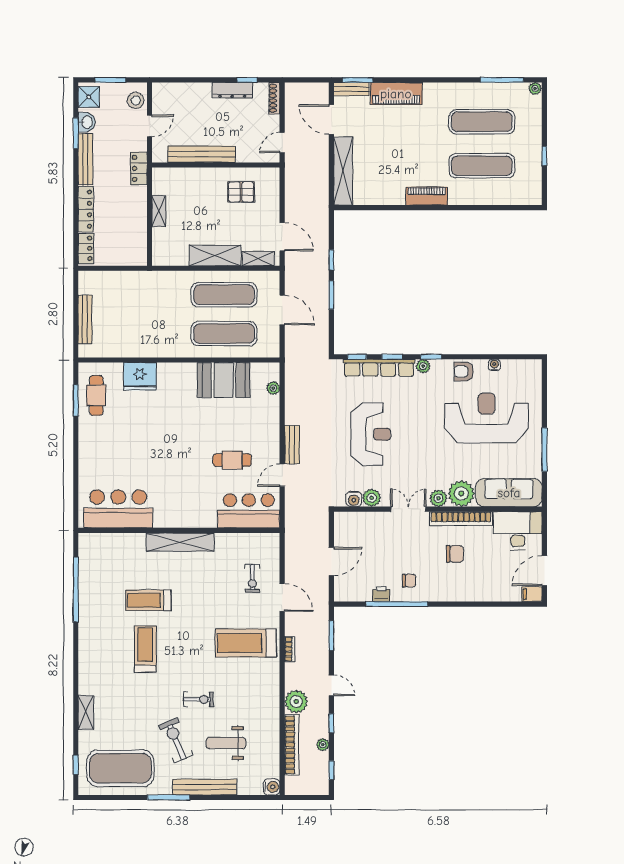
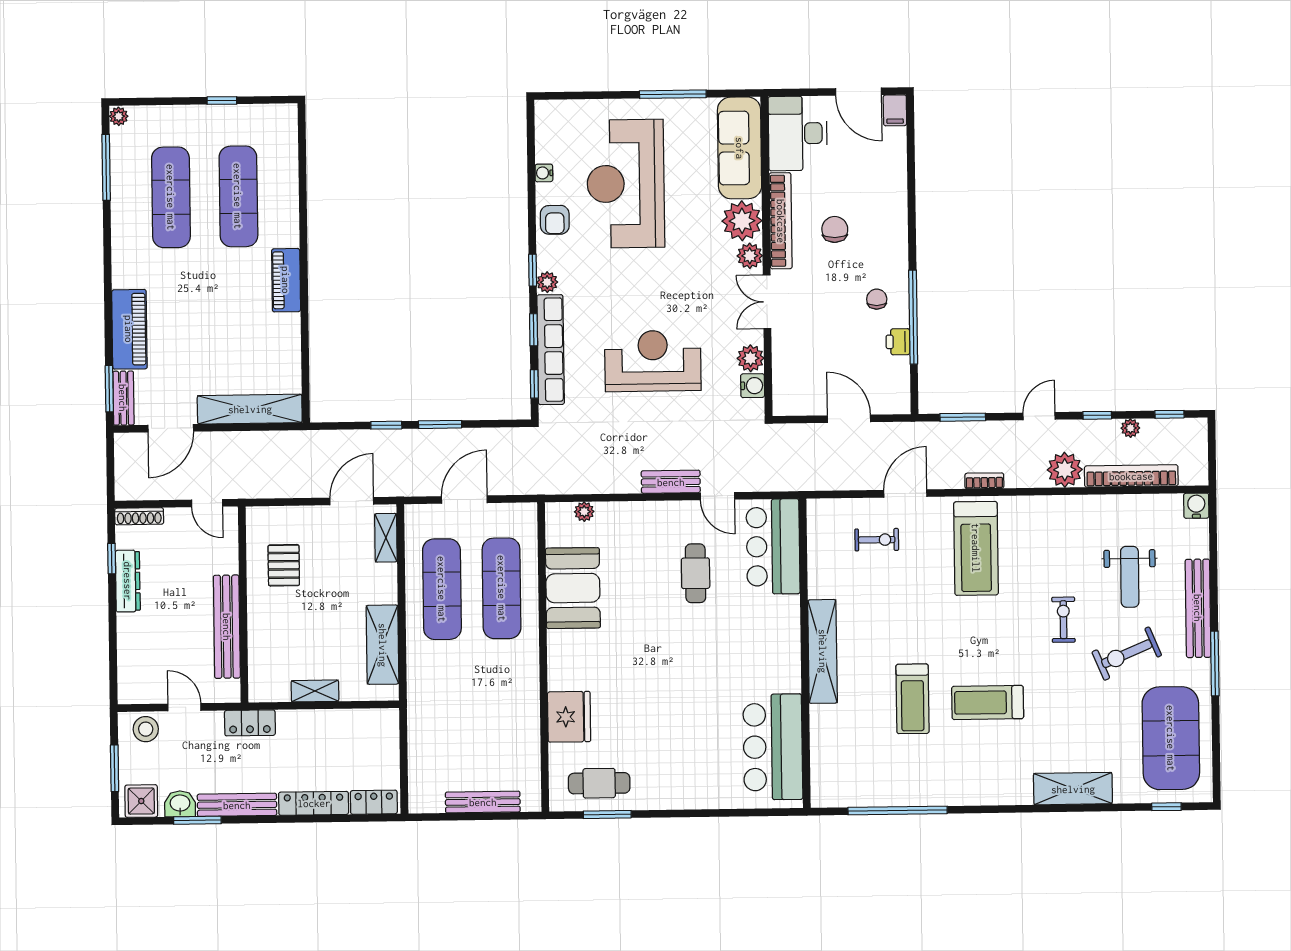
shelving: (215, 255) -> (383, 645), moved
shelving: (86, 712) -> (1073, 789), width x1.50, depth x1.33

